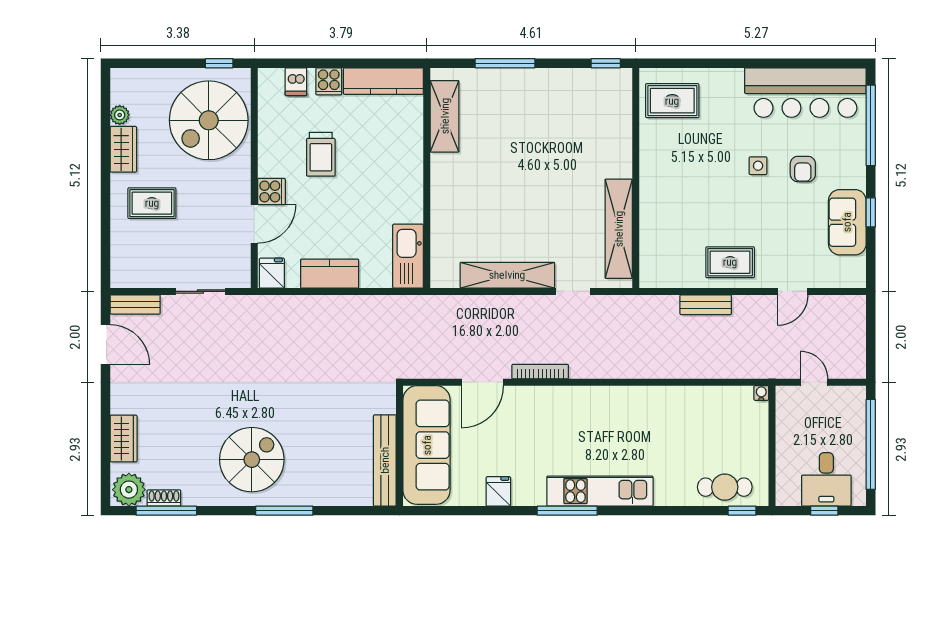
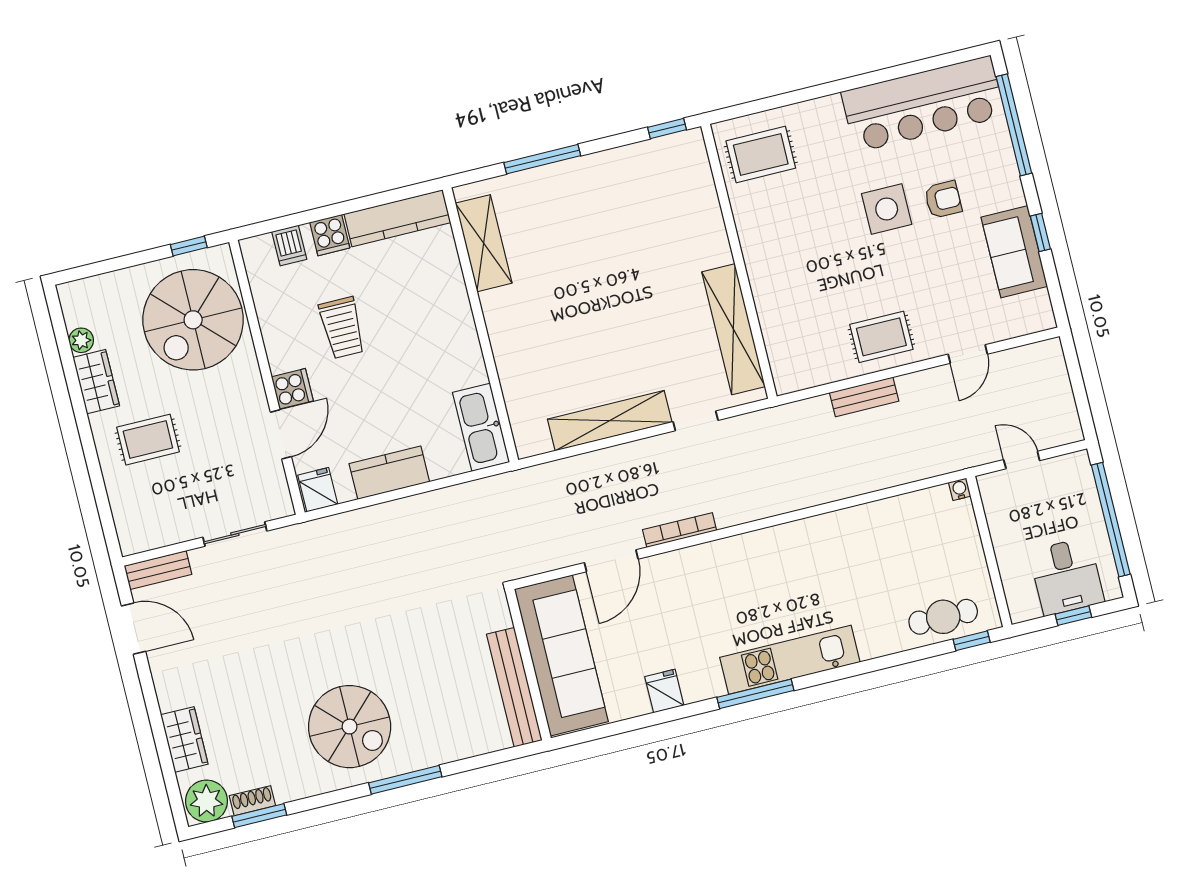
side table: (758, 166) -> (887, 209), width x1.87, depth x1.87
armchair: (803, 169) -> (943, 199), turned -90
spiral stairs: (252, 460) -> (350, 727), turned 90
window: (166, 511) -> (259, 816), width x0.69

